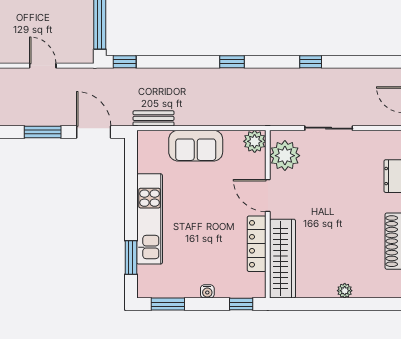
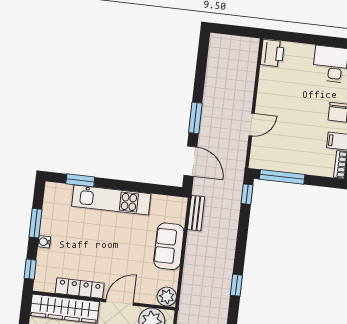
door: (94, 132) -> (190, 161), hinge flipped
window: (168, 304) -> (35, 223), moved

